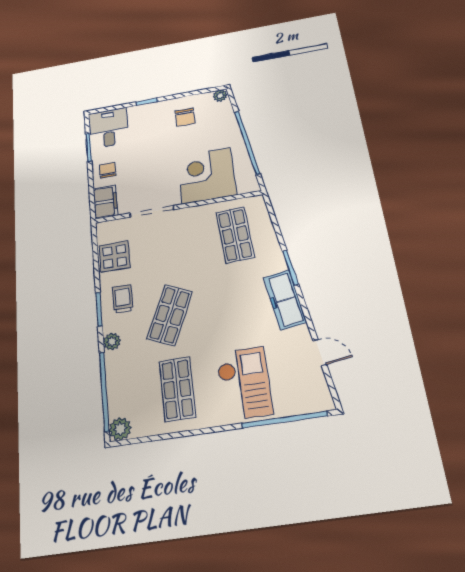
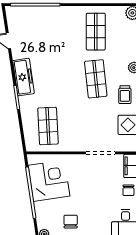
corner desk: (206, 176) -> (49, 181), moved, turned -98
shop shelf: (170, 315) -> (96, 79), turned -30
checkout: (244, 383) -> (56, 29), removed

